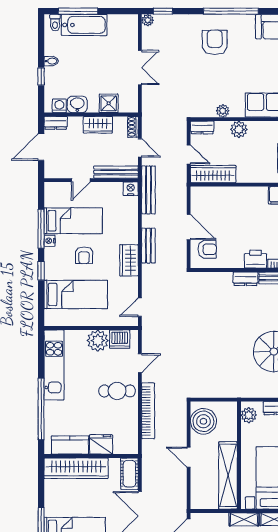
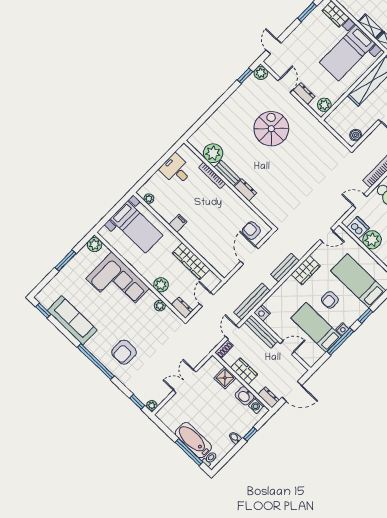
wardrobe: (213, 174) -> (191, 261), moved
armchair: (84, 255) -> (330, 300), turned 180
printer: (256, 259) -> (228, 196), removed
boiler: (203, 421) -> (356, 135), width x0.54, depth x0.54

